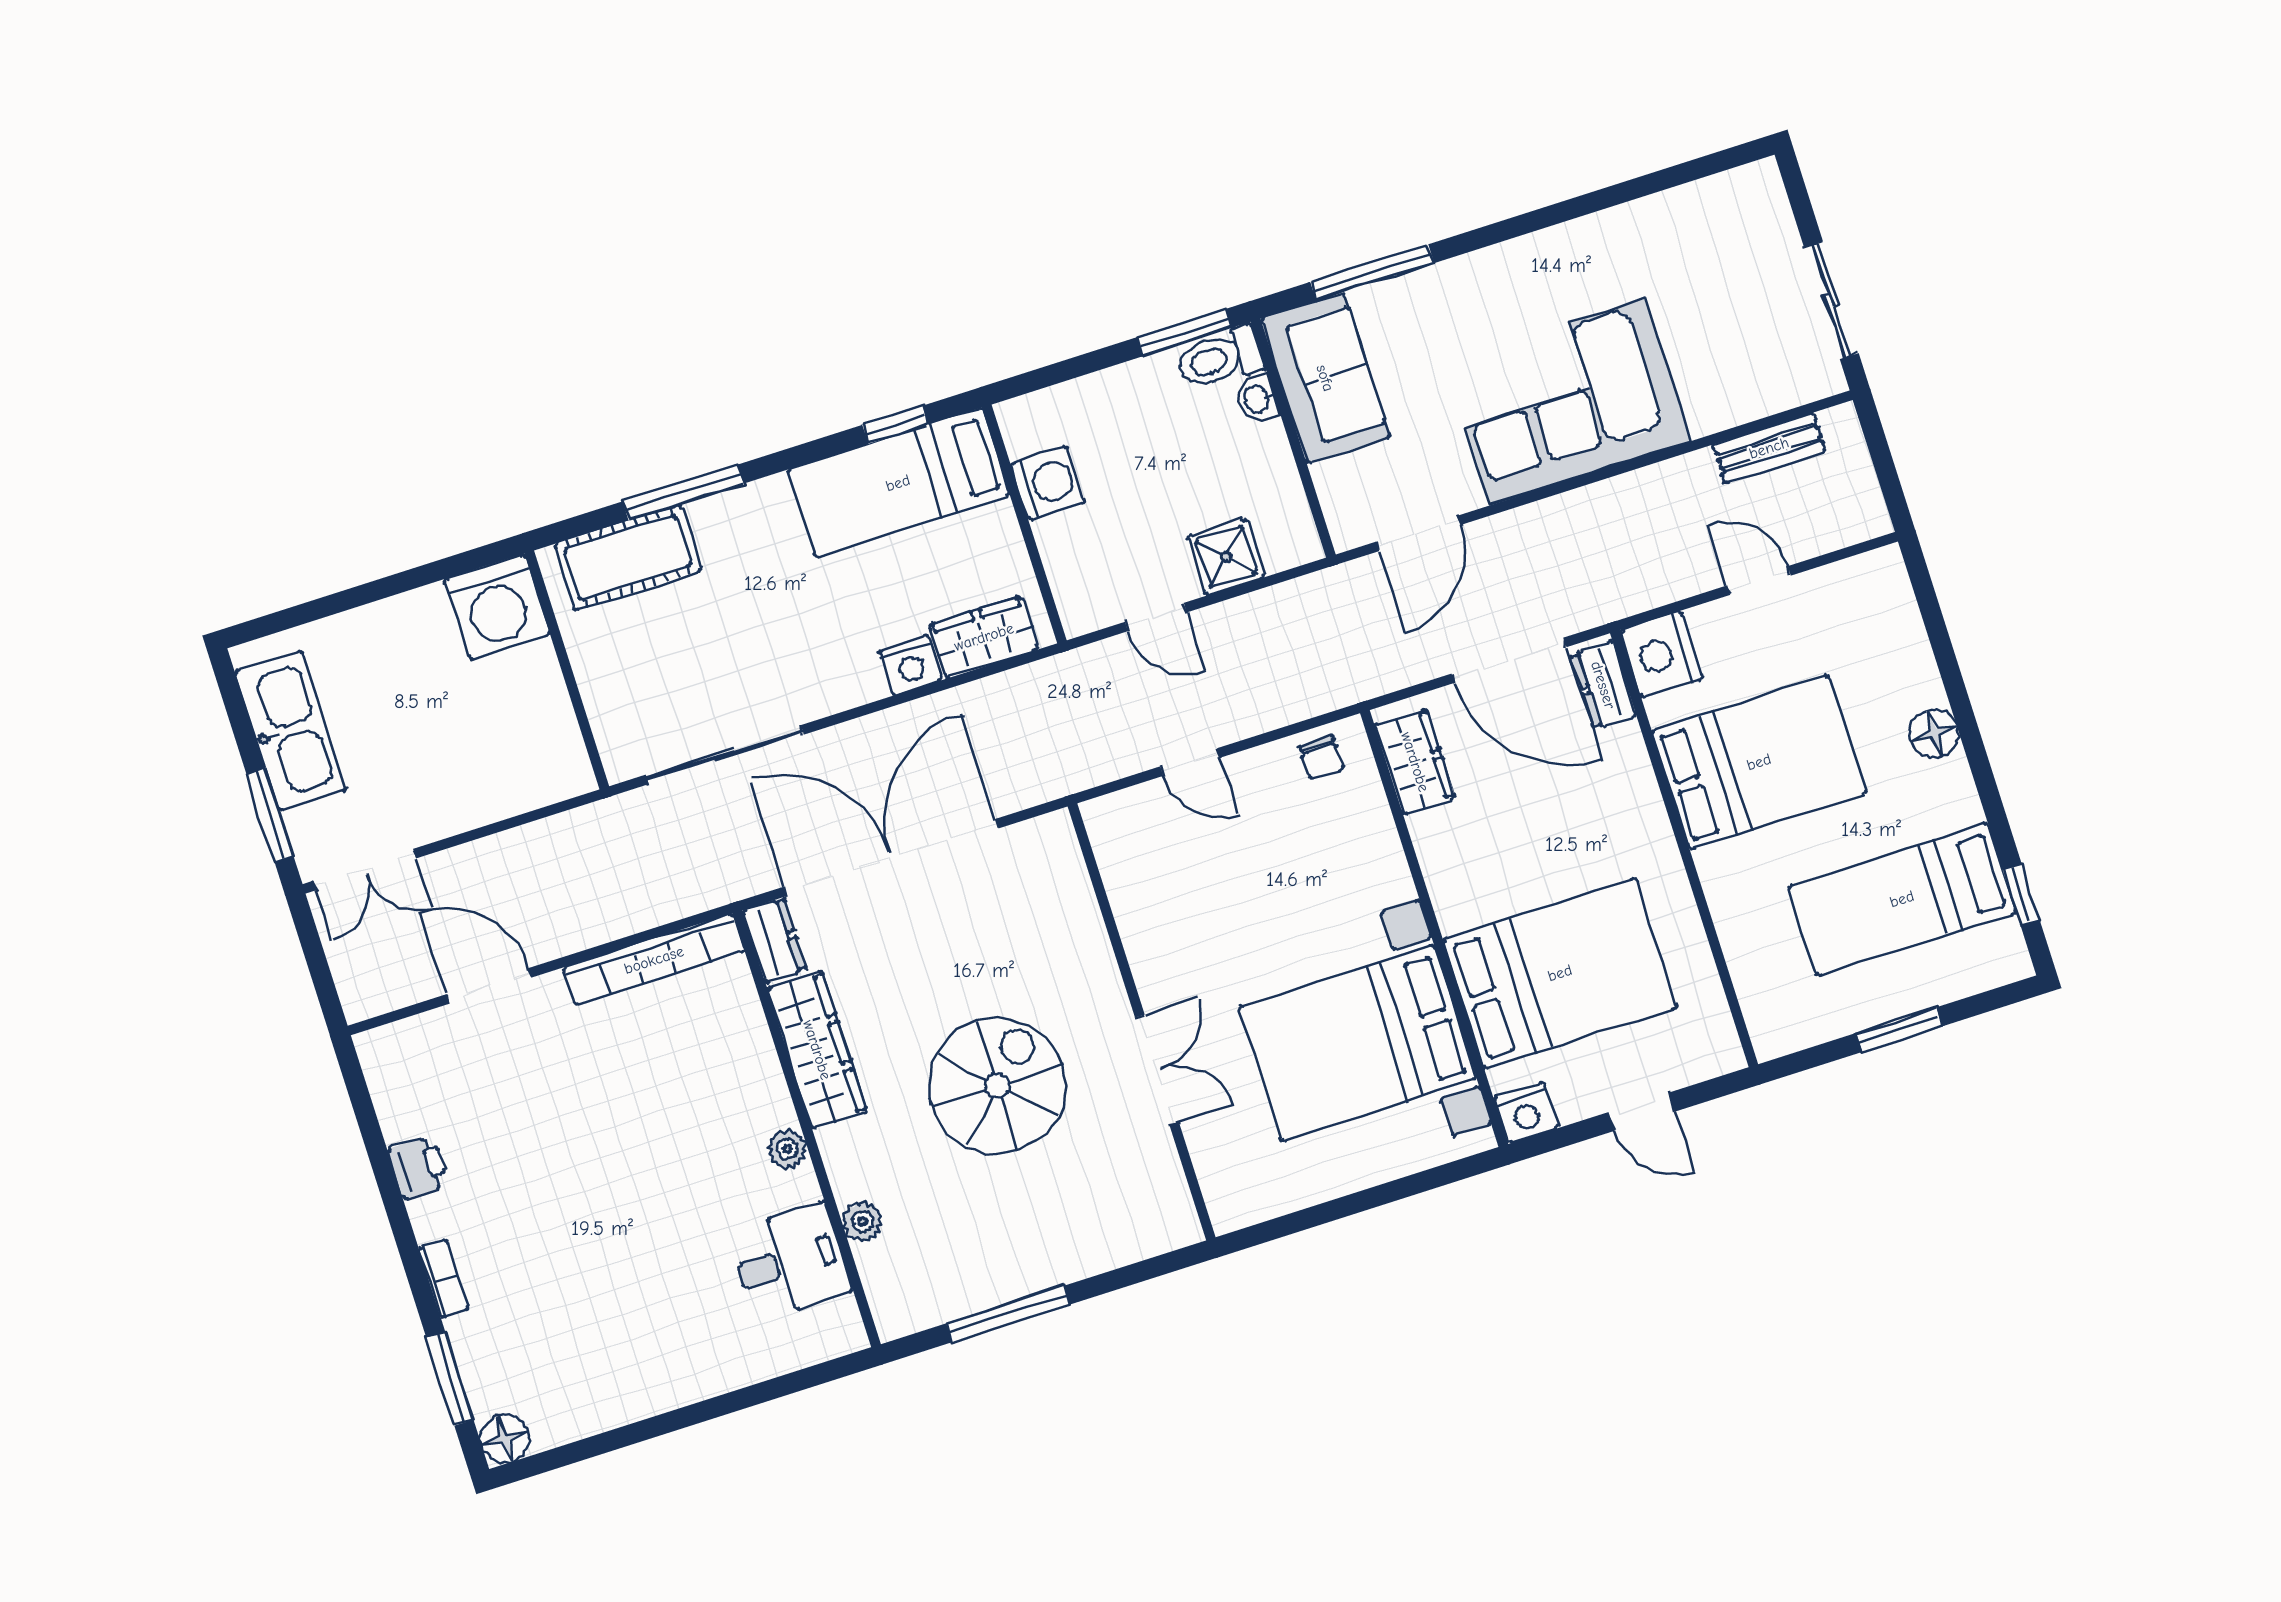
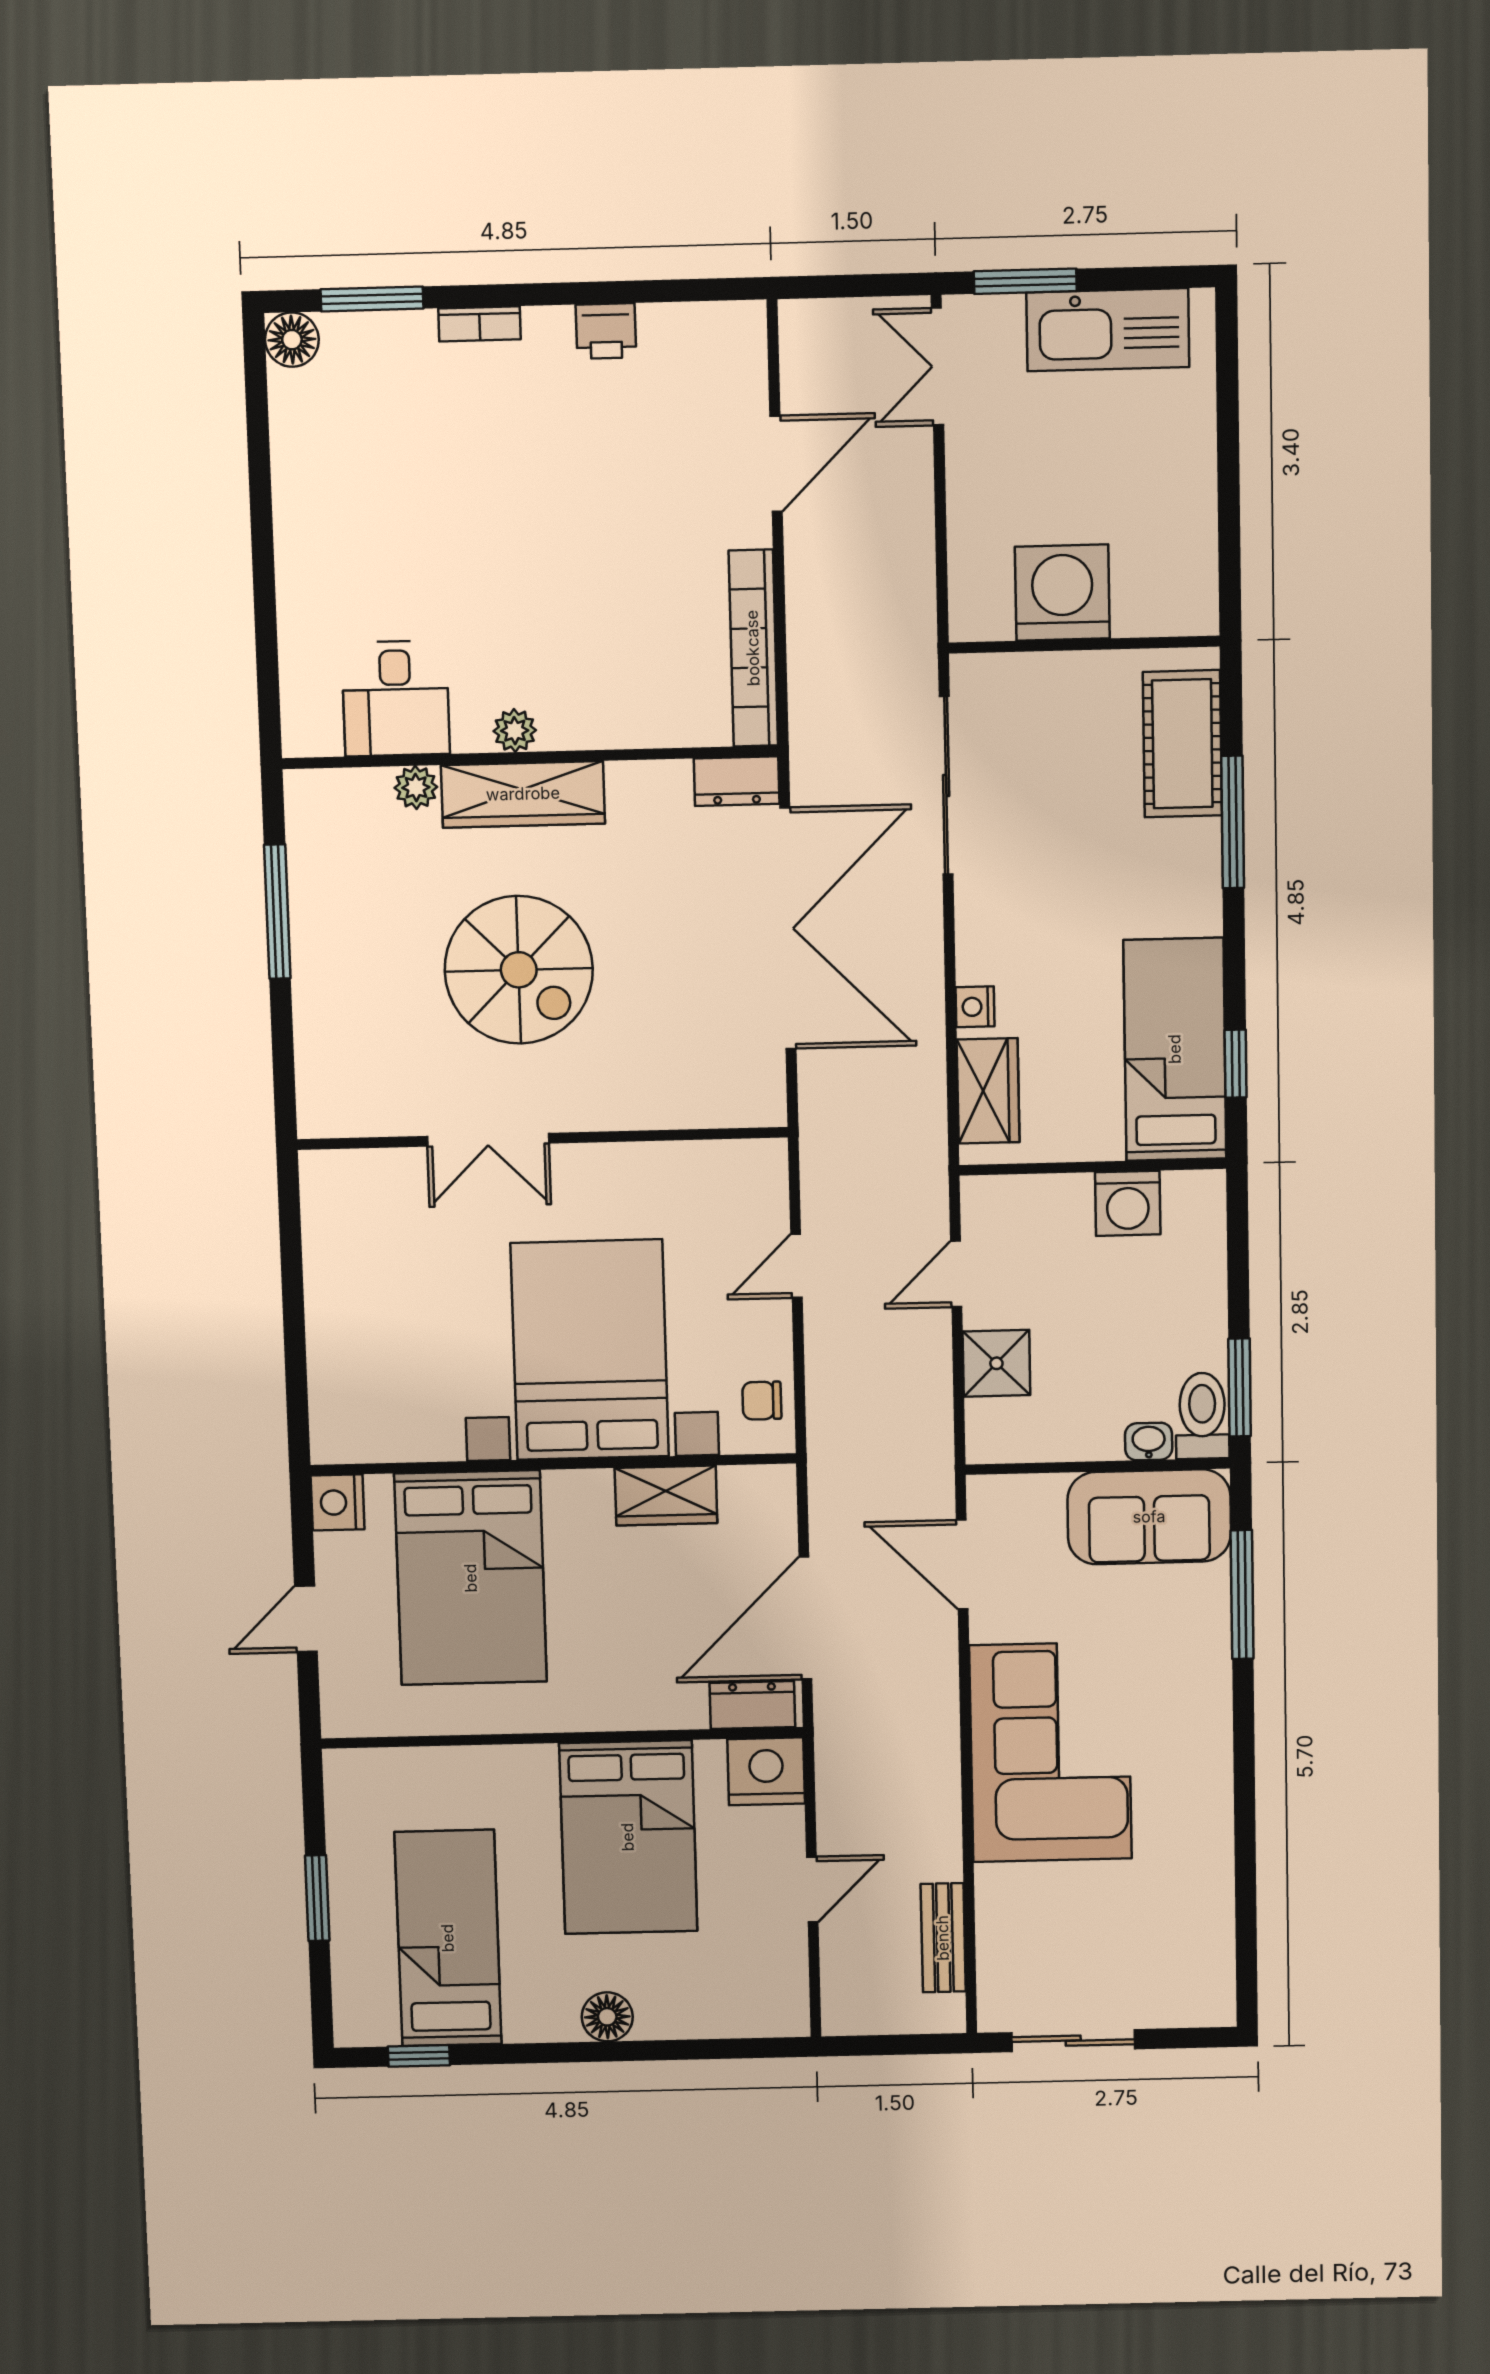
washing machine: (497, 607) -> (1062, 593), moved, turned 90
nightstand: (910, 665) -> (975, 1007), width x0.72, depth x0.74
wardrobe: (1415, 762) -> (666, 1496), moved
bed with nightstands: (1358, 1043) -> (590, 1350), moved
wardrobe: (817, 1050) -> (523, 794), moved

